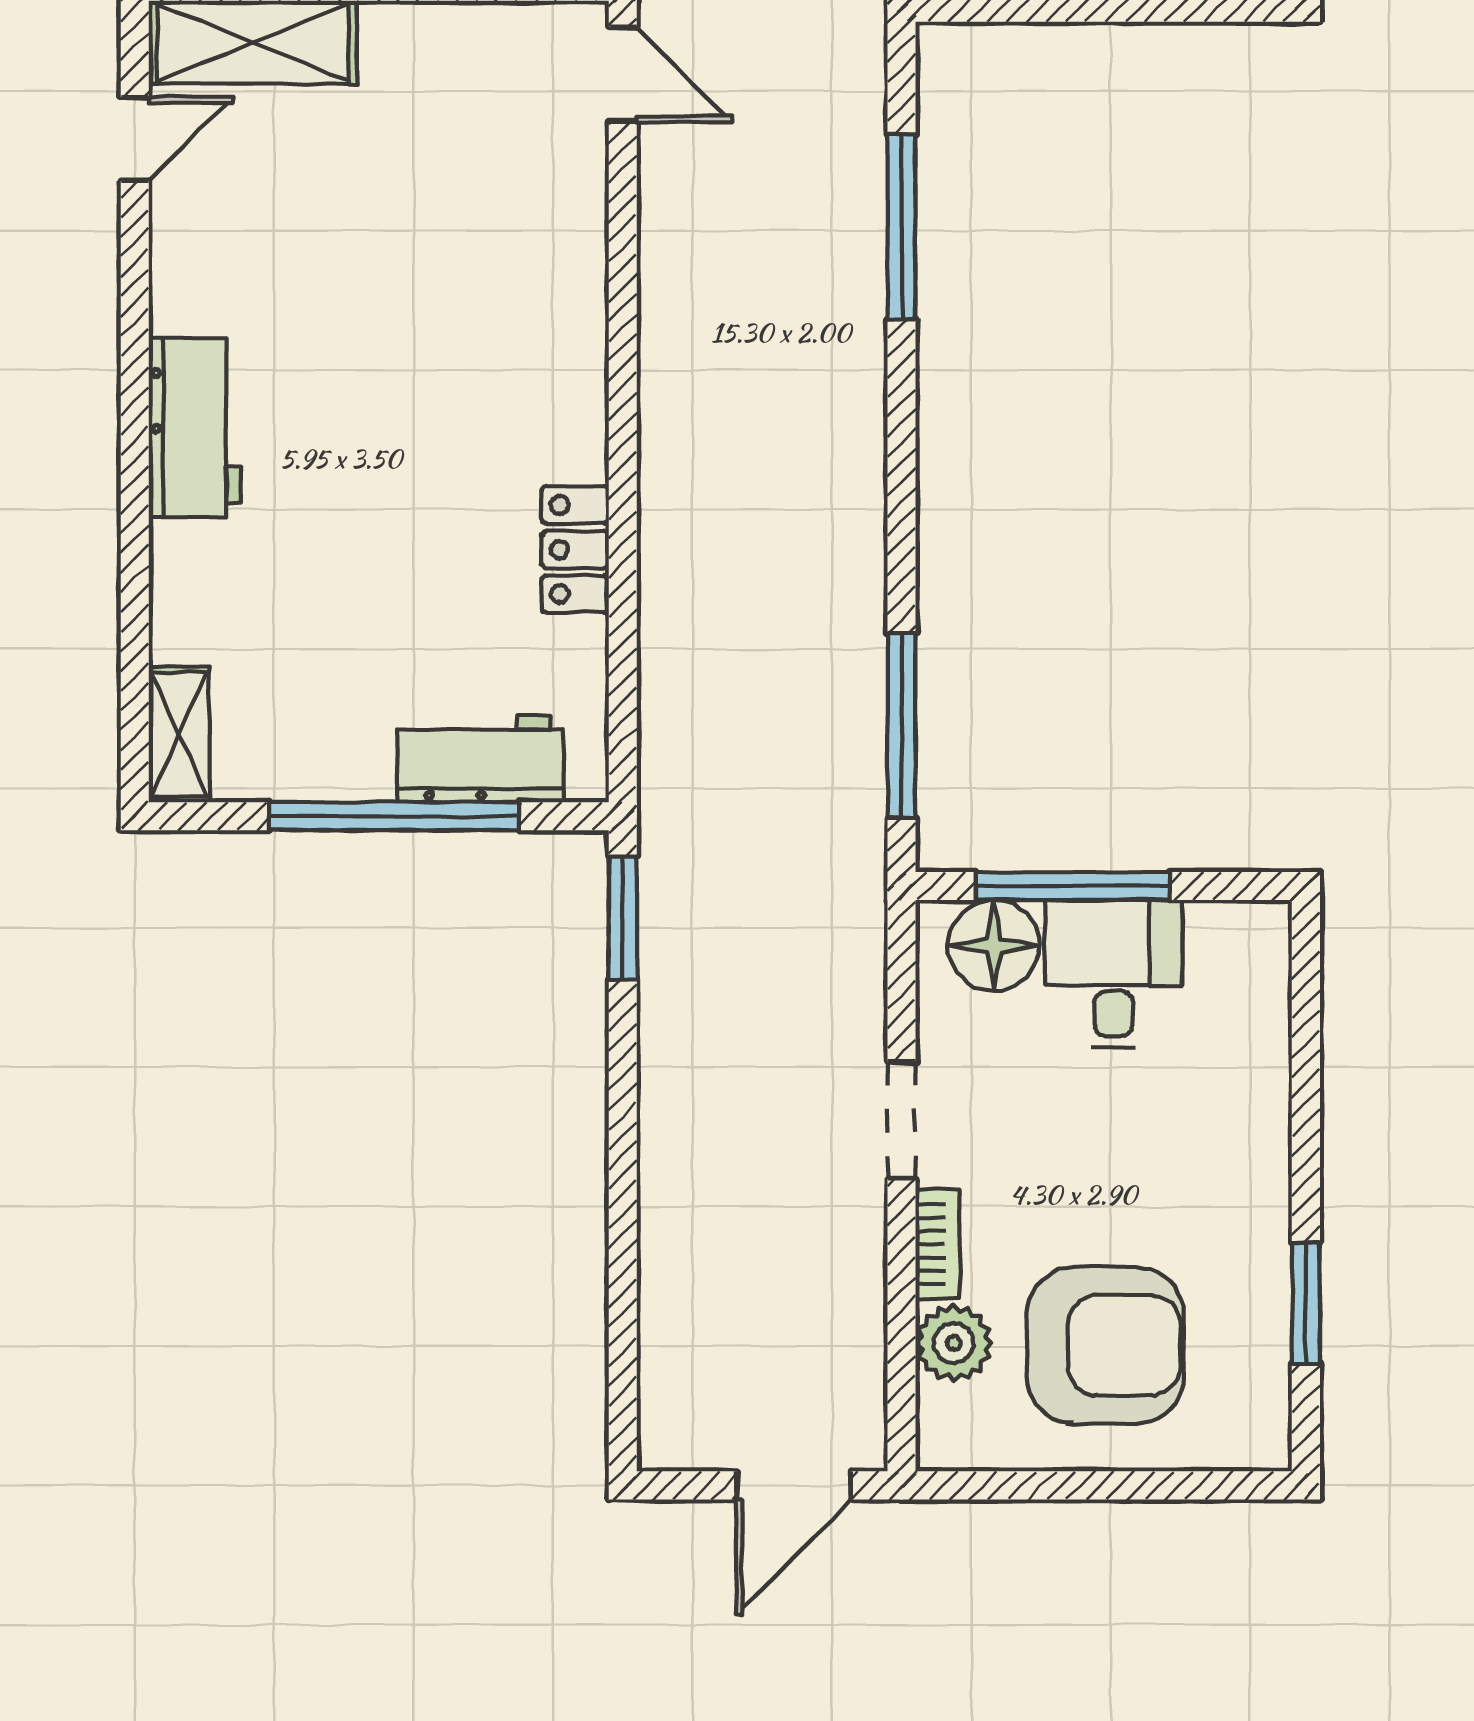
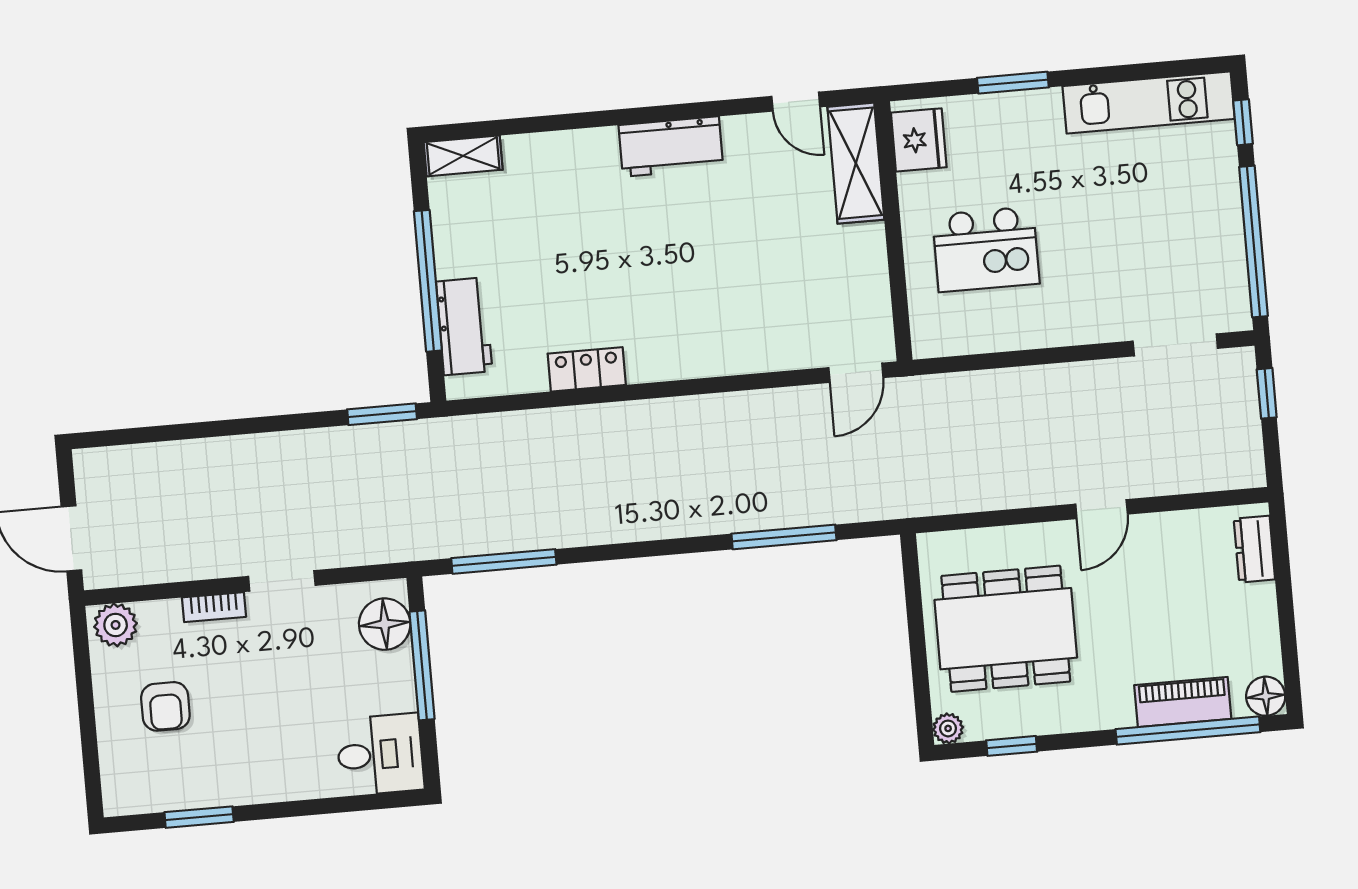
workbench: (195, 428) -> (671, 147), moved
desk: (1113, 974) -> (380, 755), moved
plant: (954, 1343) -> (116, 625), moved
armchair: (1105, 1345) -> (165, 706), width x0.53, depth x0.53

